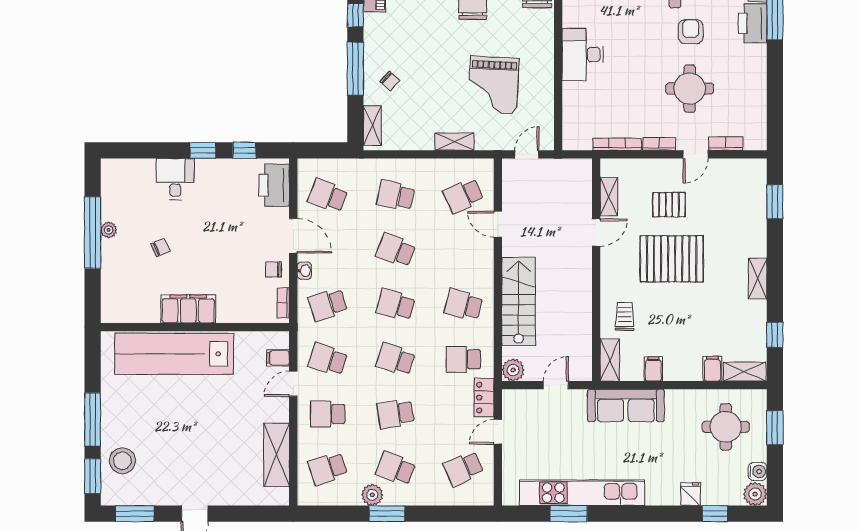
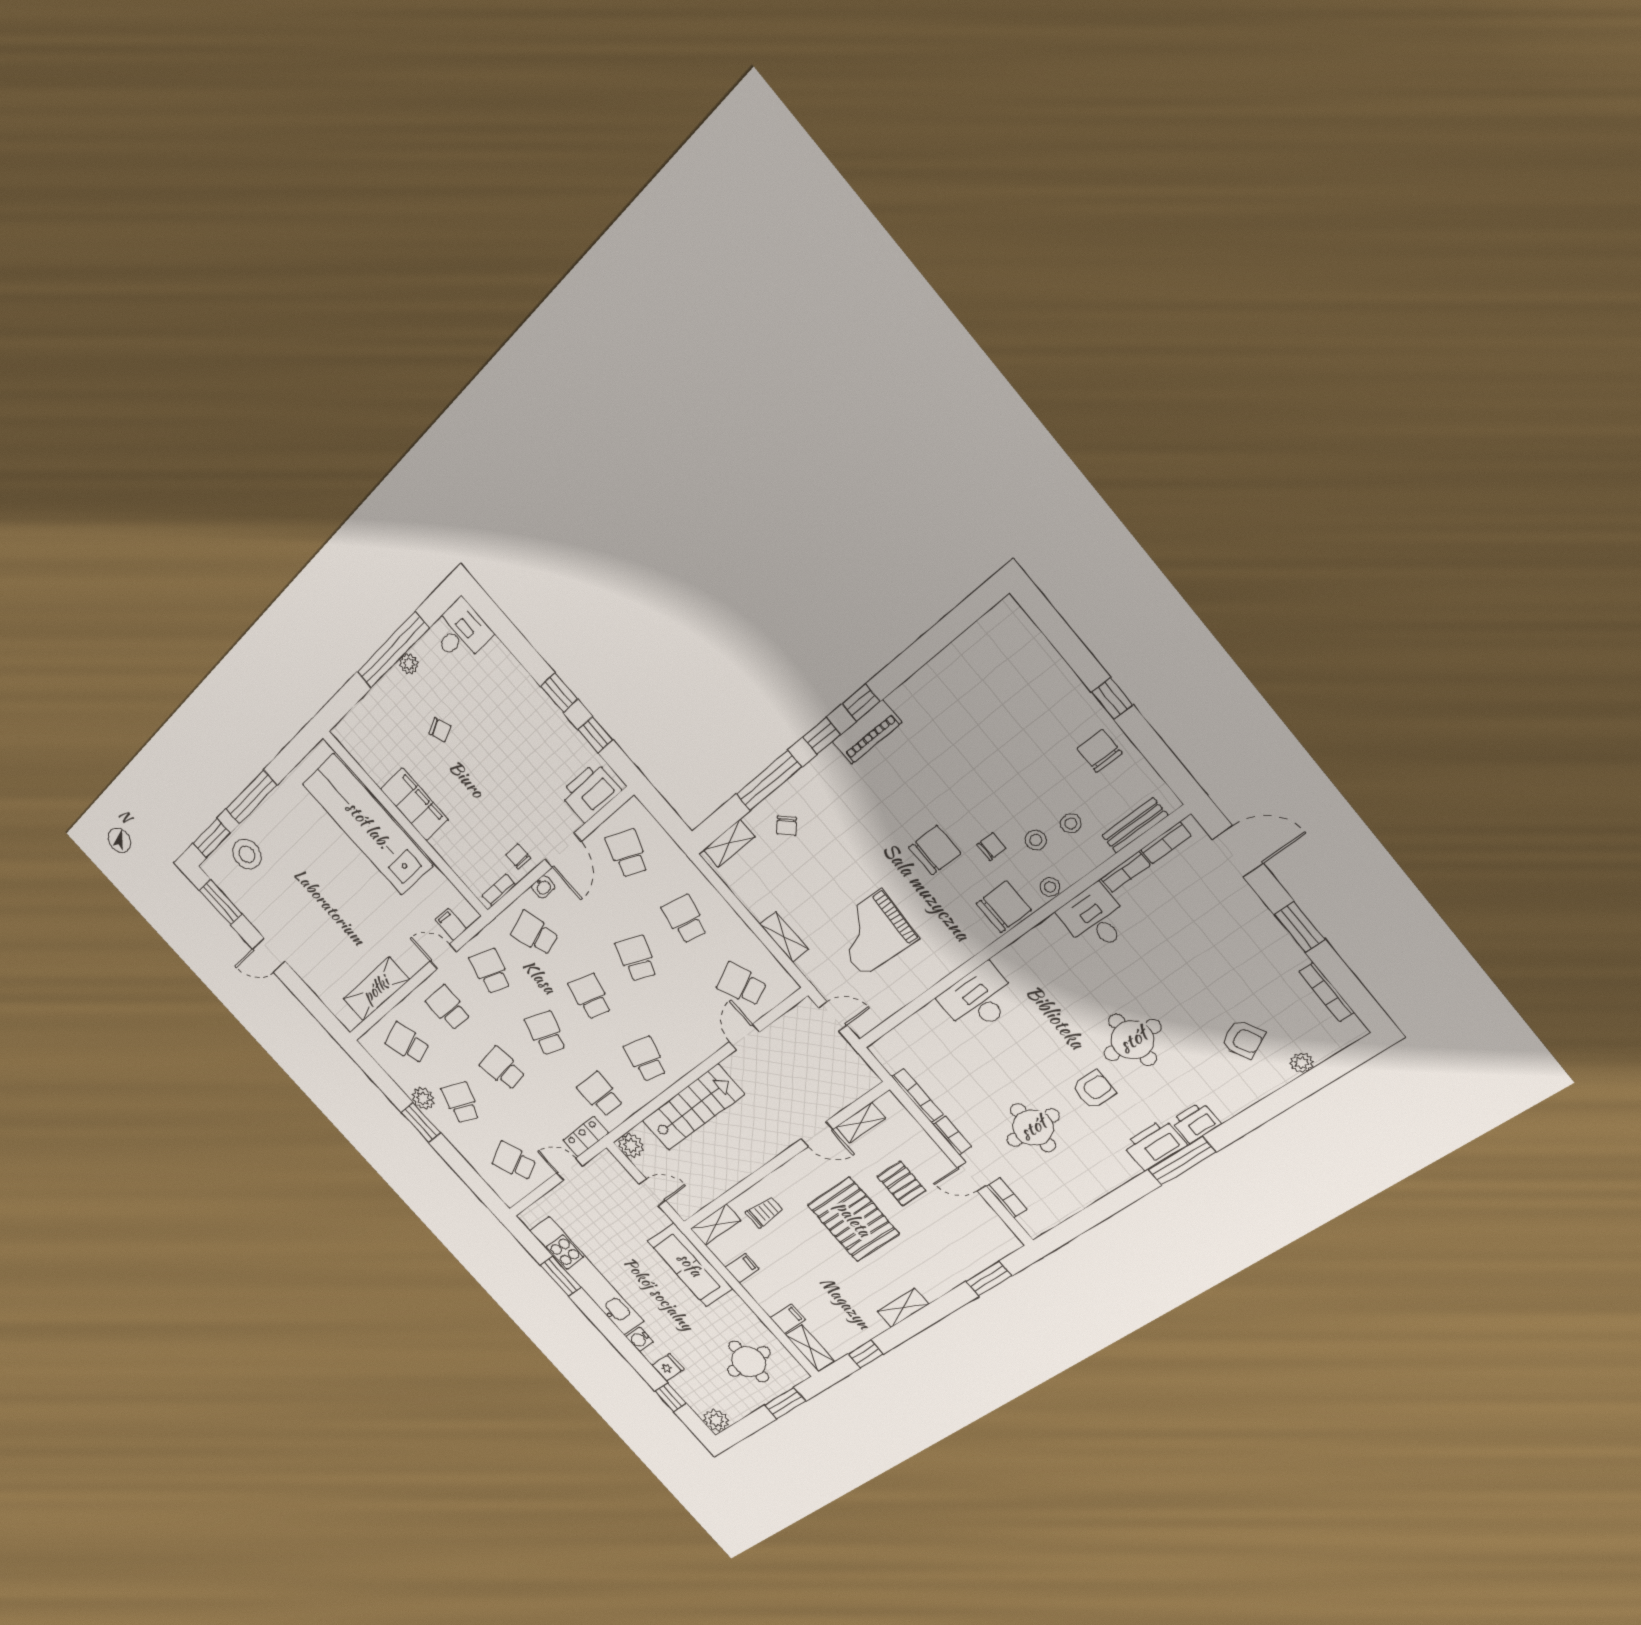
desk: (175, 179) -> (461, 632), moved
water cooler: (758, 471) -> (639, 1339), moved, turned 90

